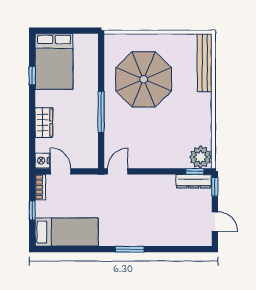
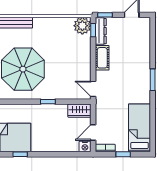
window: (101, 112) -> (48, 102), width x0.46
wardrobe: (44, 122) -> (79, 111), moved, turned 180
cot: (158, 183) -> (102, 58), added

